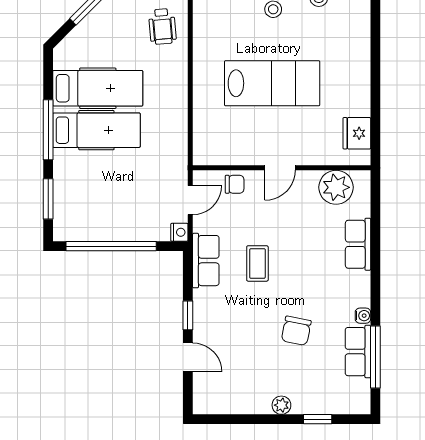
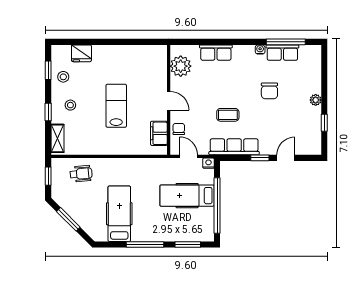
lab bench: (272, 83) -> (116, 106), width x0.73, depth x0.72
hospital bed: (96, 130) -> (187, 196), moved, turned -90
fridge: (357, 133) -> (81, 53), moved
filing cabinet: (228, 152) -> (159, 133), added
row of seats: (206, 261) -> (234, 147), width x1.48
chair: (296, 331) -> (269, 91), turned 79
window: (318, 419) -> (324, 123), moved

